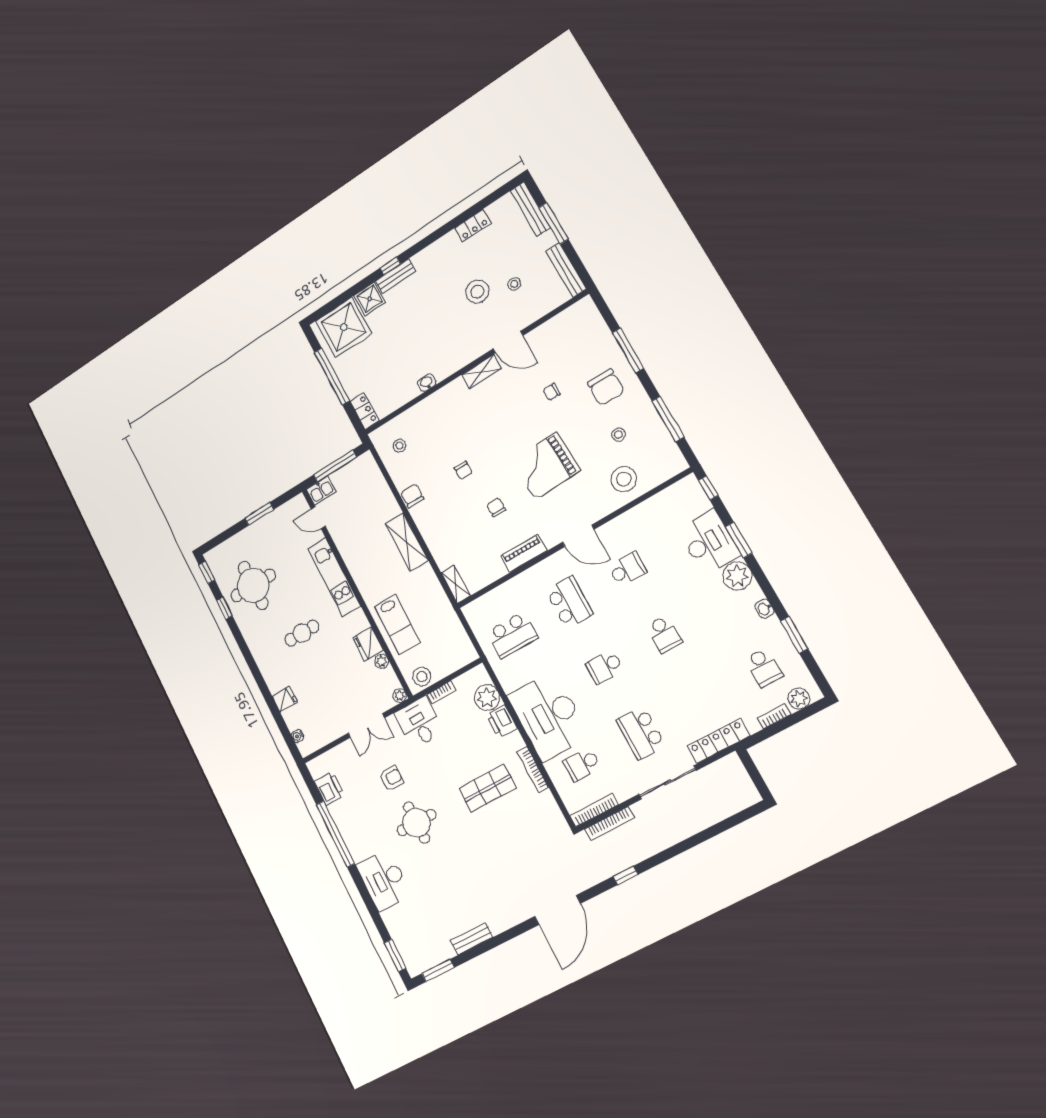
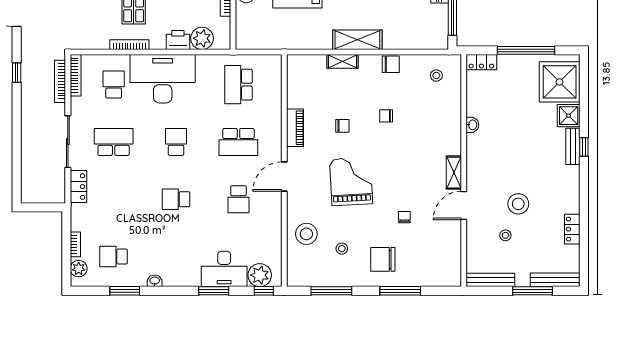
plant: (737, 576) -> (260, 275), moved
shelving: (456, 584) -> (343, 61), moved
locker: (718, 741) -> (78, 187), width x0.66

